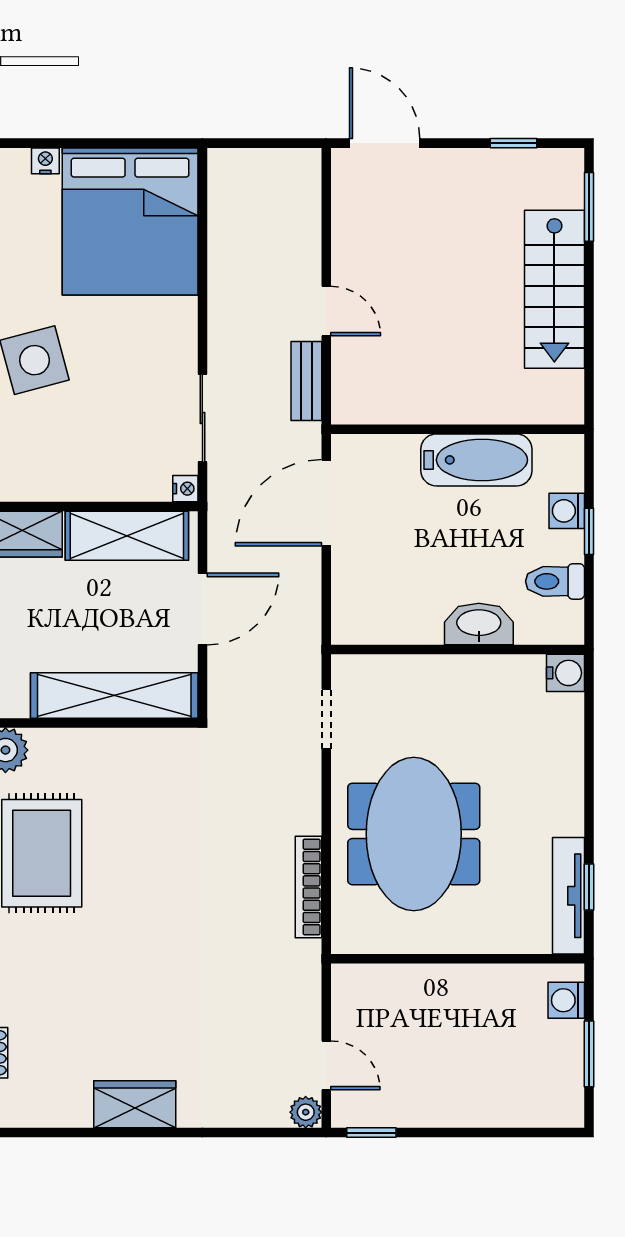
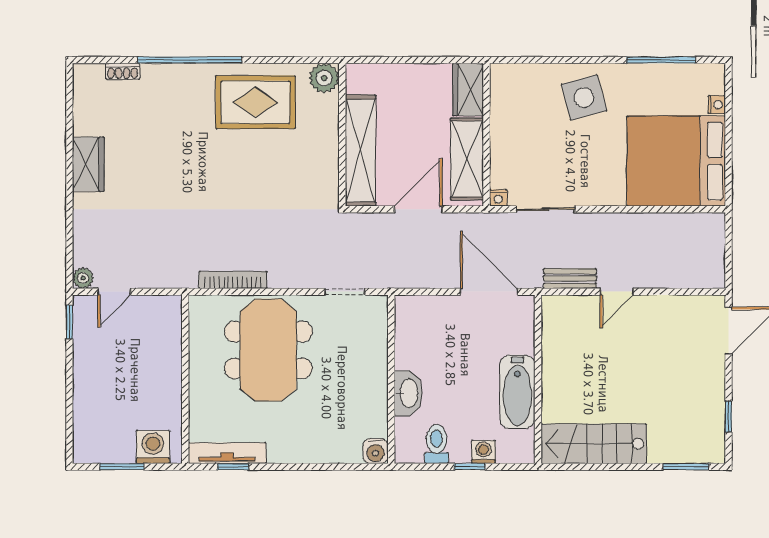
stairs: (554, 289) -> (594, 444), moved
door: (202, 609) -> (418, 209), swing flipped
meeting table: (414, 834) -> (268, 350), turned 90
washing machine: (566, 1000) -> (153, 447), width x1.38, depth x1.38

